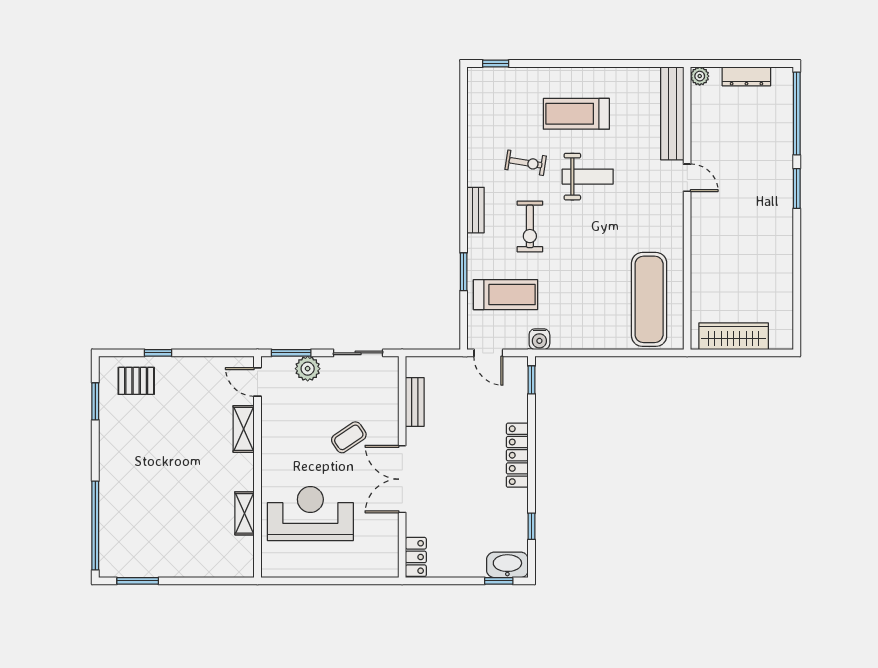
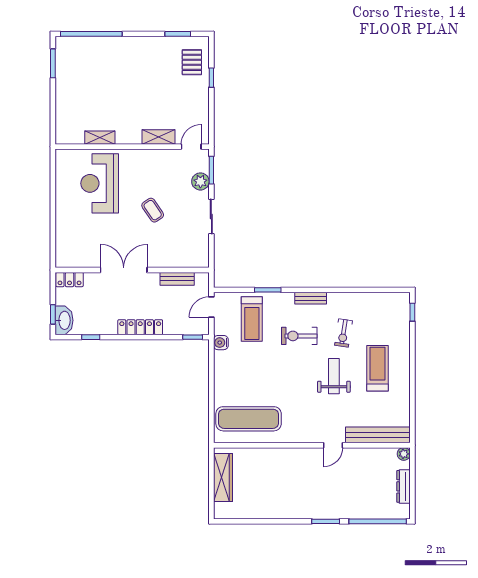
weight bench: (588, 177) -> (334, 376), turned 180
bench: (415, 402) -> (177, 279), moved
wall: (402, 467) -> (132, 270), moved
double door: (402, 479) -> (124, 270), moved
reception desk: (310, 514) -> (100, 183), turned 180
locker: (416, 557) -> (70, 280), moved

